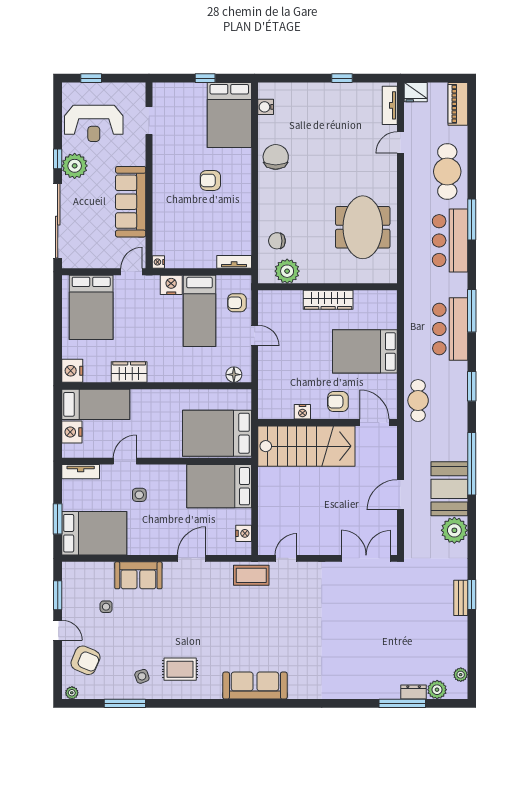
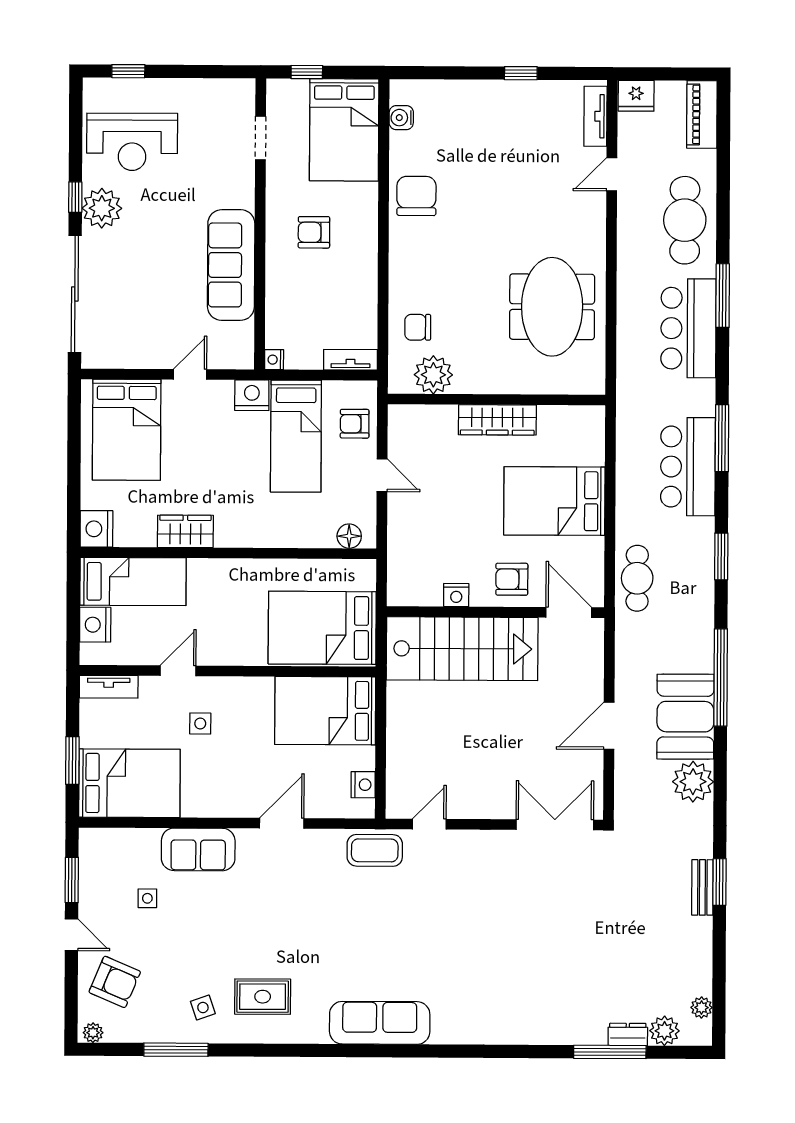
doorway: (149, 120) -> (261, 138), moved
wall: (149, 175) -> (260, 224), moved
sofa: (131, 202) -> (231, 265), moved
nightstand: (158, 262) -> (274, 360), moved

